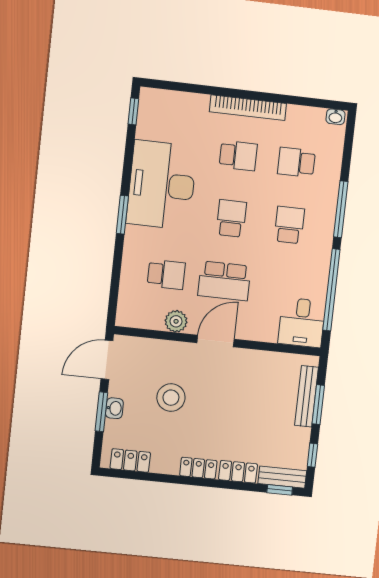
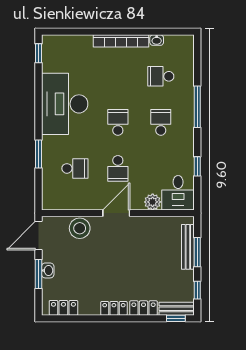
washbasin: (335, 117) -> (157, 40), moved
school desk: (238, 156) -> (118, 76), removed
window: (122, 215) -> (39, 154), moved
school desk: (224, 281) -> (118, 168), width x0.54
window: (331, 290) -> (197, 166), width x0.32
plant: (176, 321) -> (153, 202), moved
stool: (171, 398) -> (80, 228), moved

